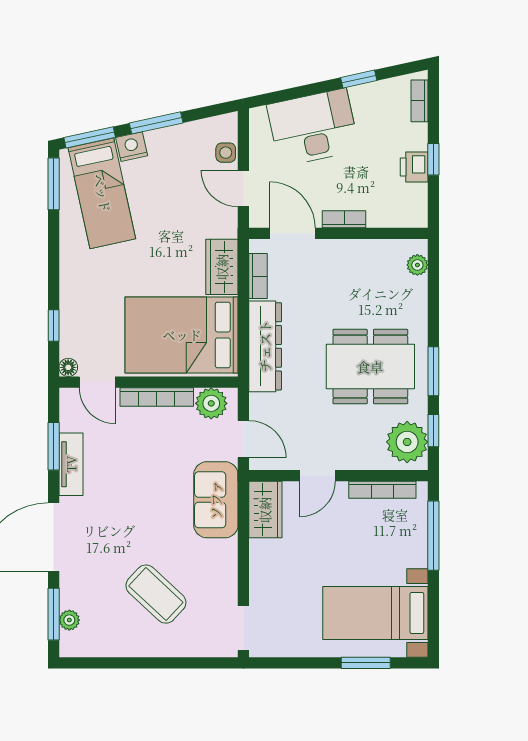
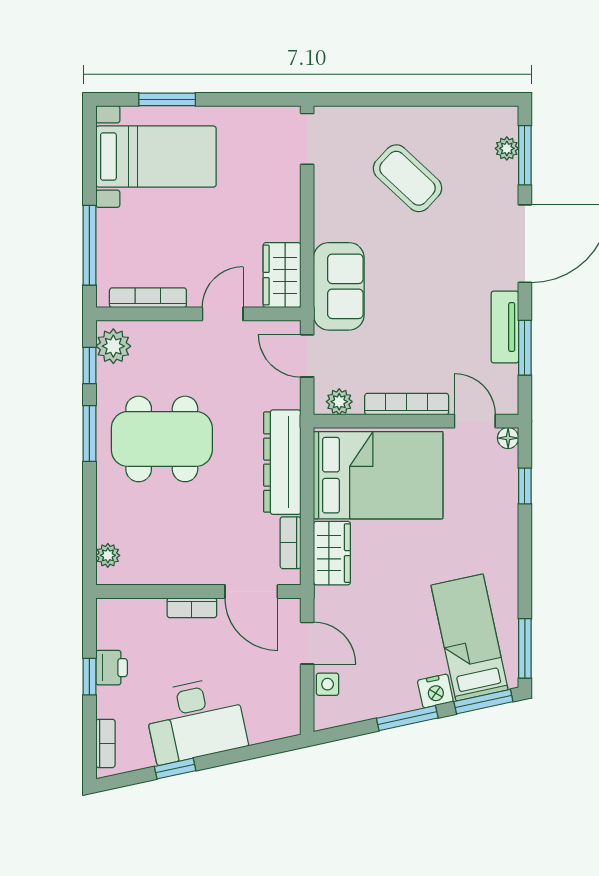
desk: (313, 127) -> (195, 720), moved
plant: (211, 403) -> (339, 402), width x0.73, depth x0.73
plant: (407, 442) -> (113, 346), width x0.73, depth x0.73

